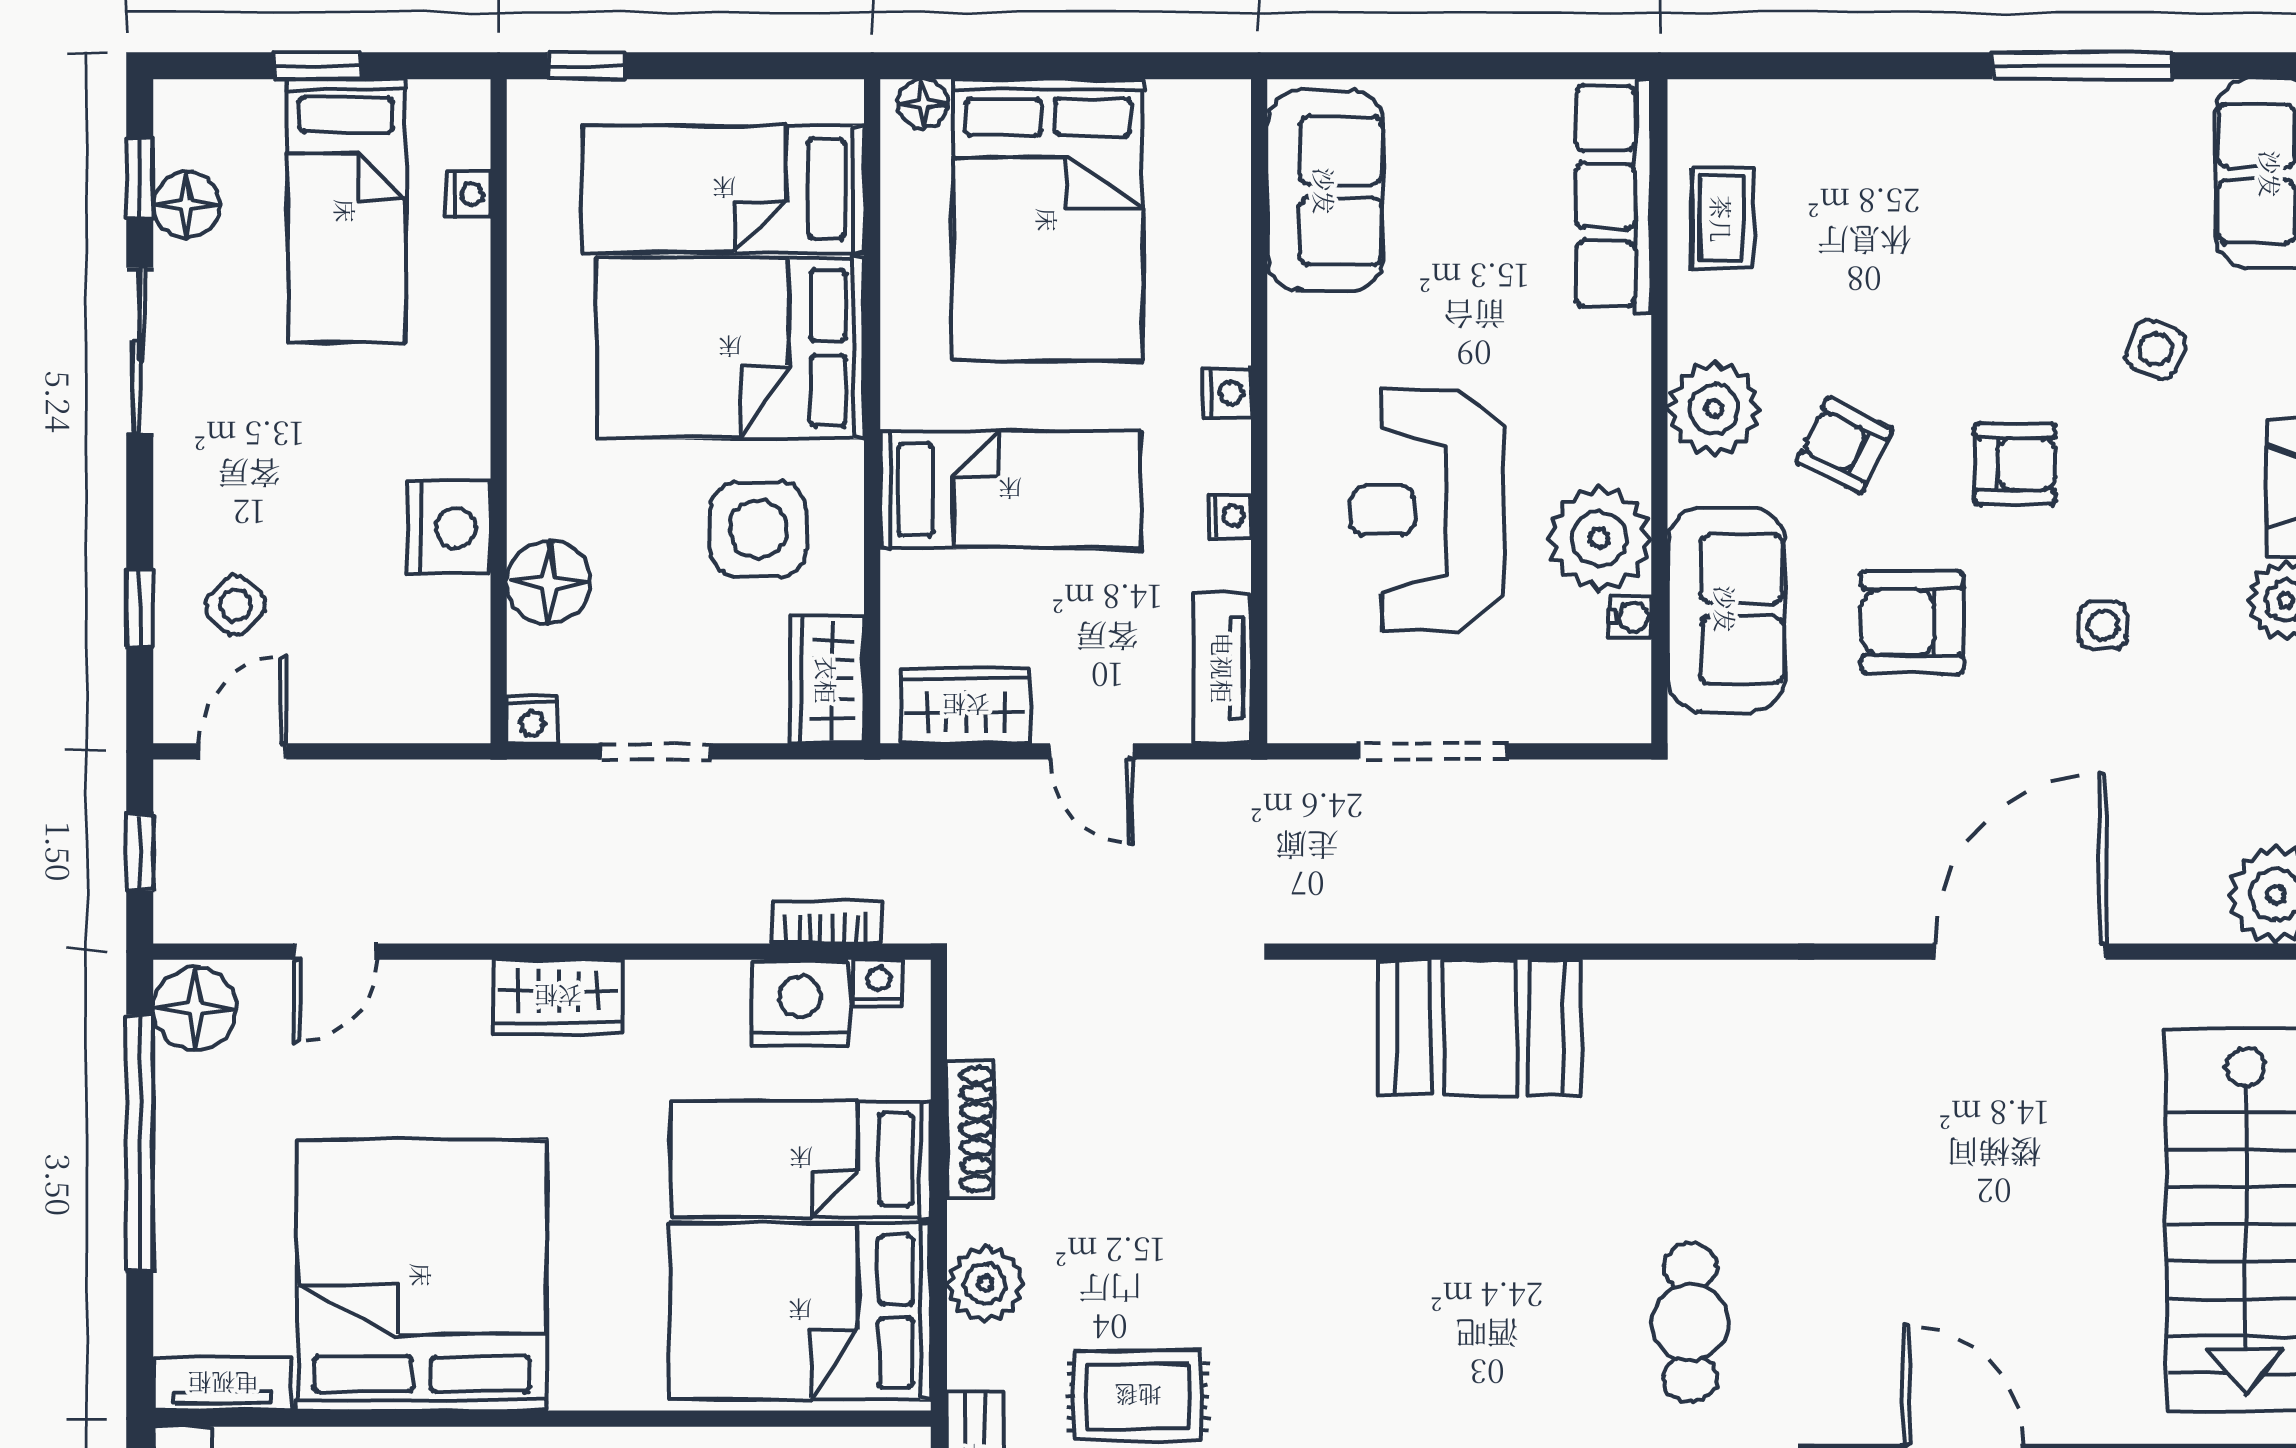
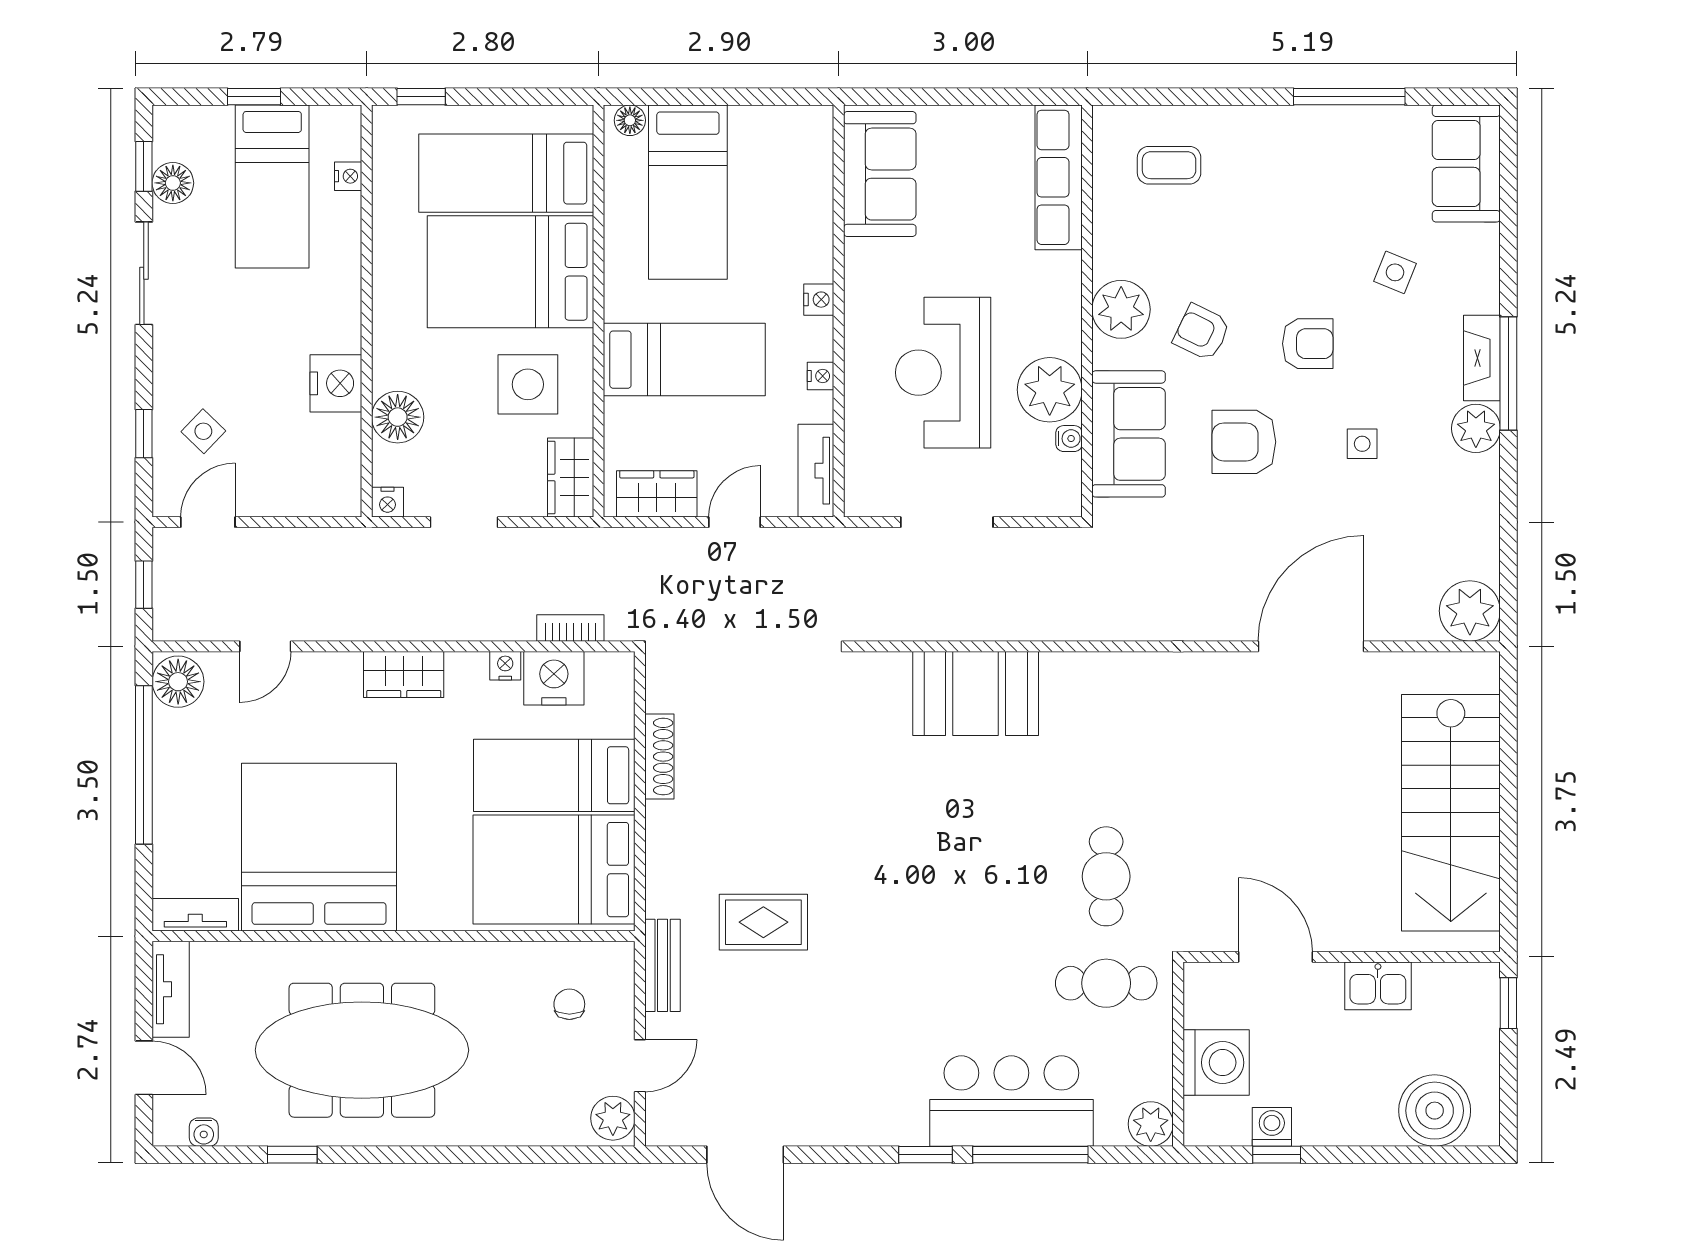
coffee table: (1722, 219) -> (1169, 165), moved, turned 90
bed: (1048, 220) -> (688, 192), width x0.67
door: (1091, 751) -> (735, 522), swing flipped
nightstand: (879, 983) -> (505, 666), moved
plant: (985, 1284) -> (669, 852), removed

